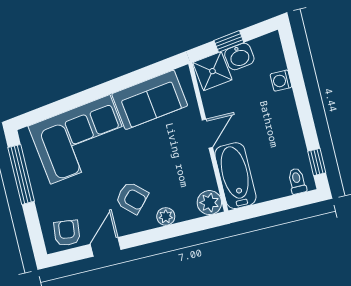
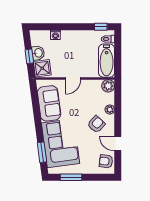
window: (55, 109) -> (42, 152), added
door: (207, 134) -> (73, 78), swing flipped
window: (21, 174) -> (71, 177), width x0.69
bathtub: (235, 176) -> (107, 61), moved, turned -90

